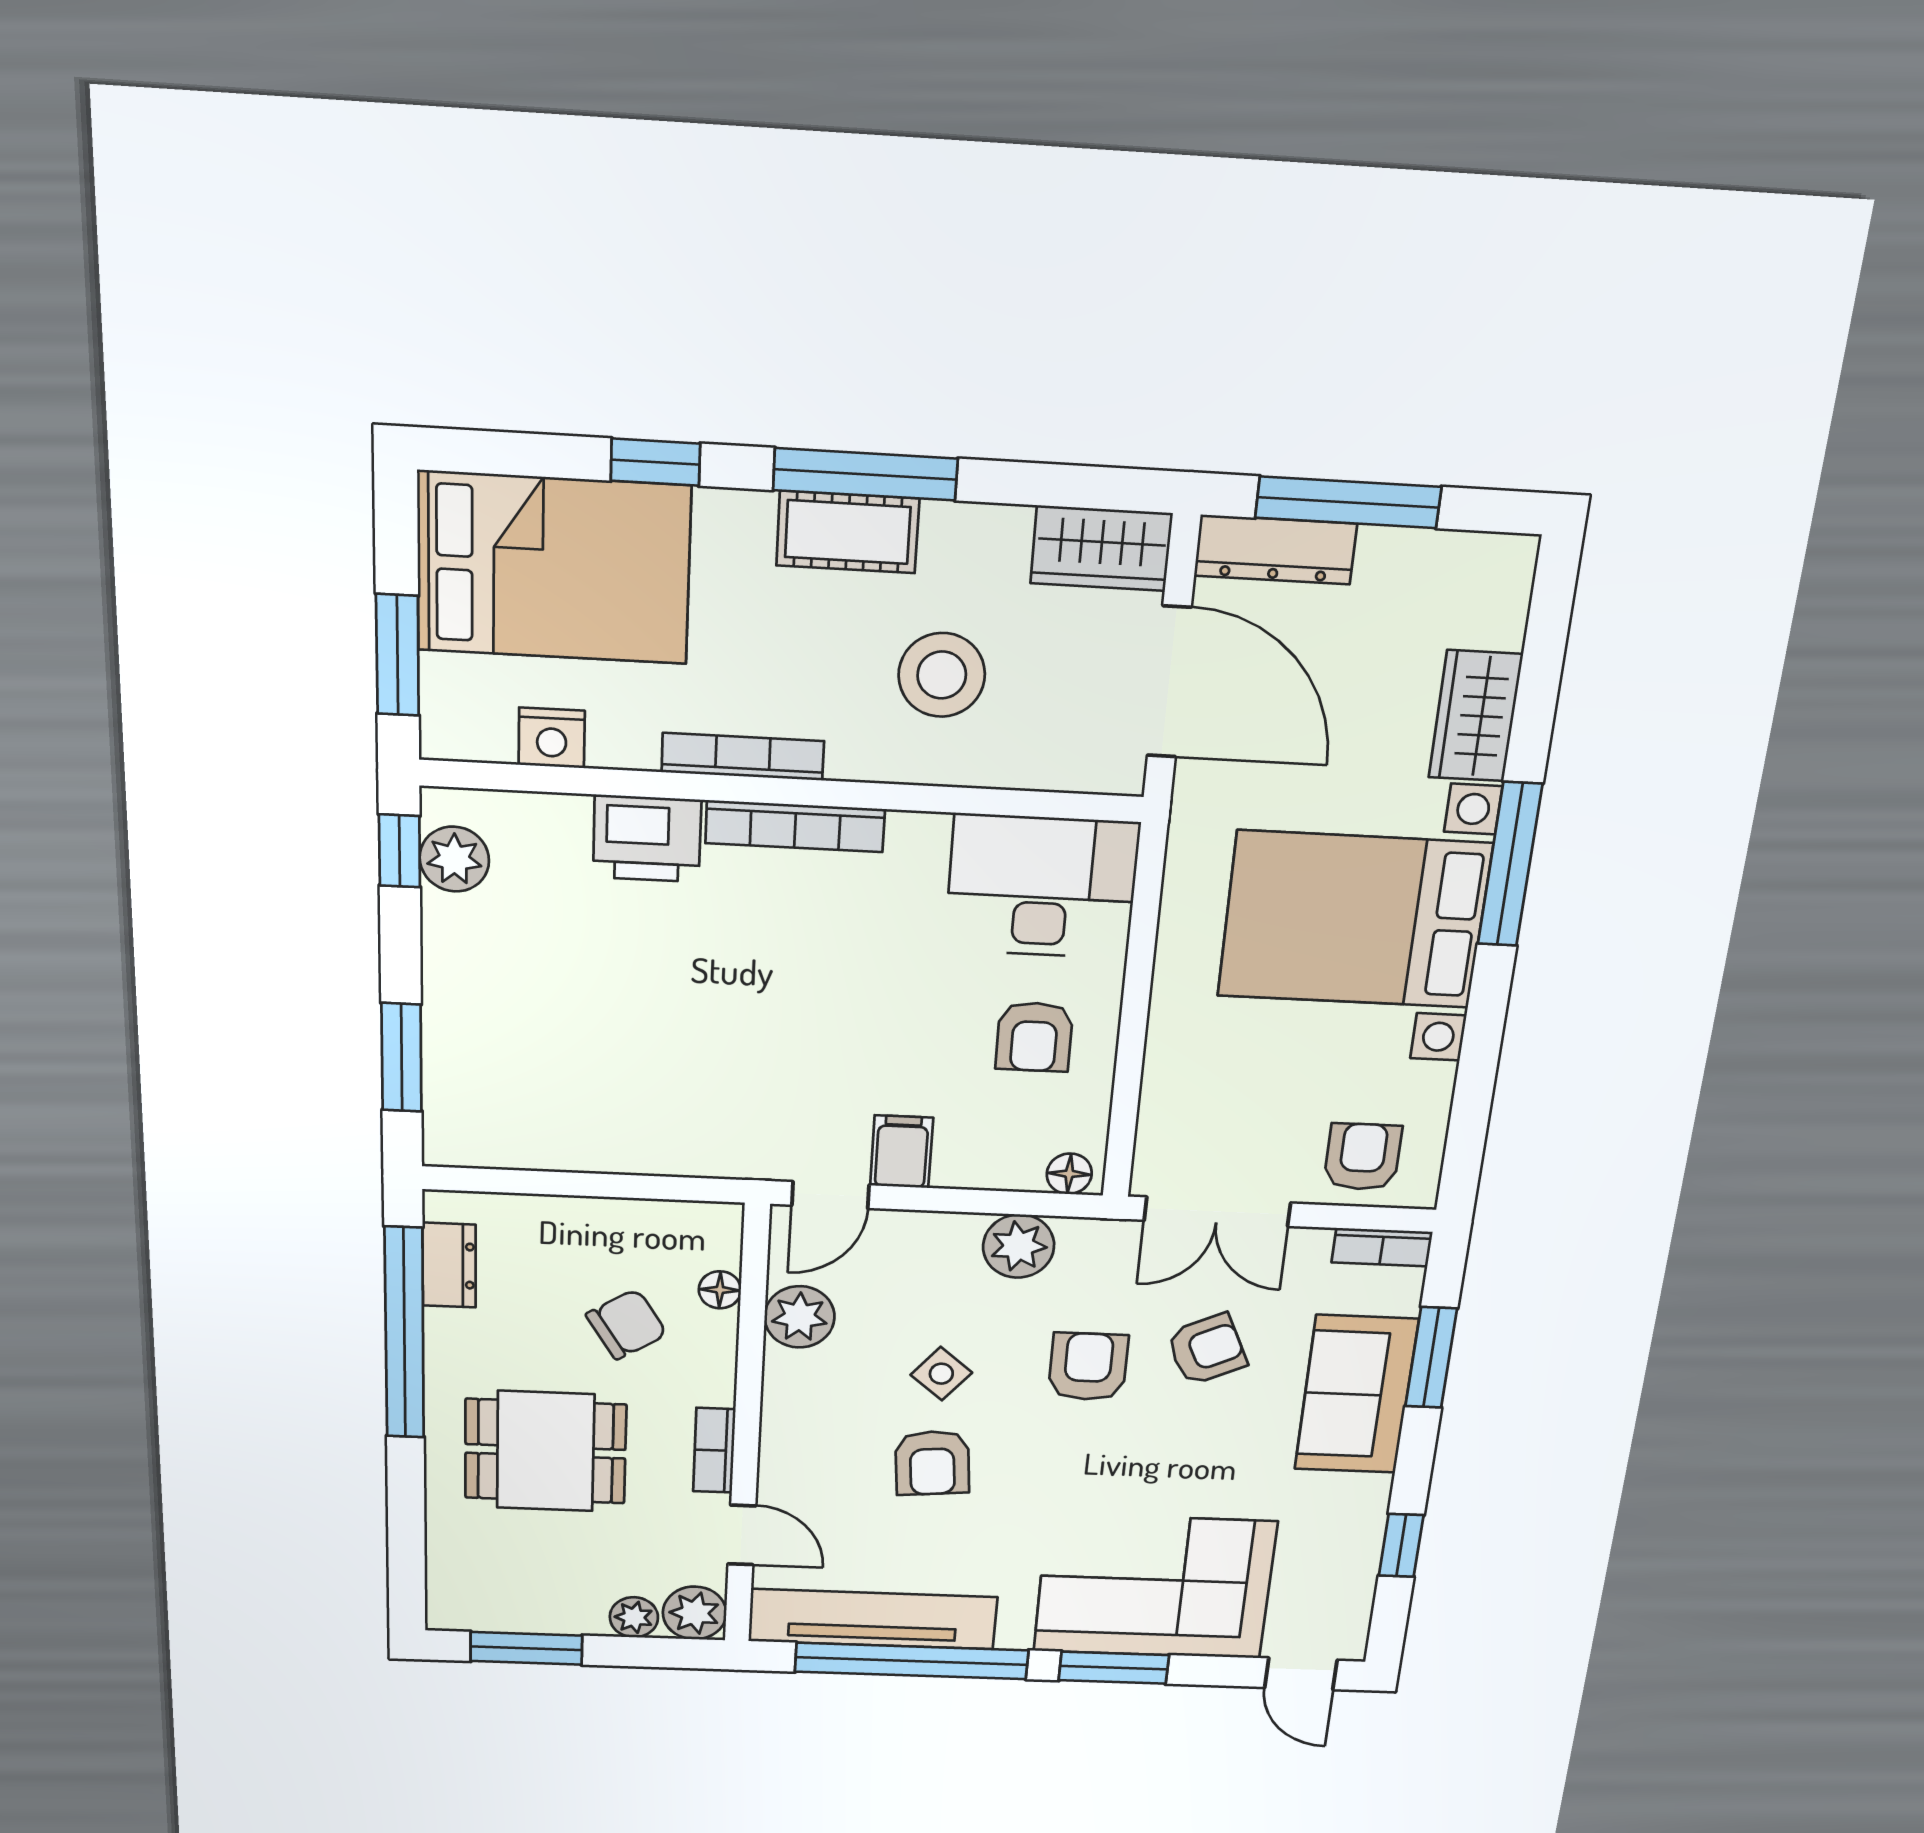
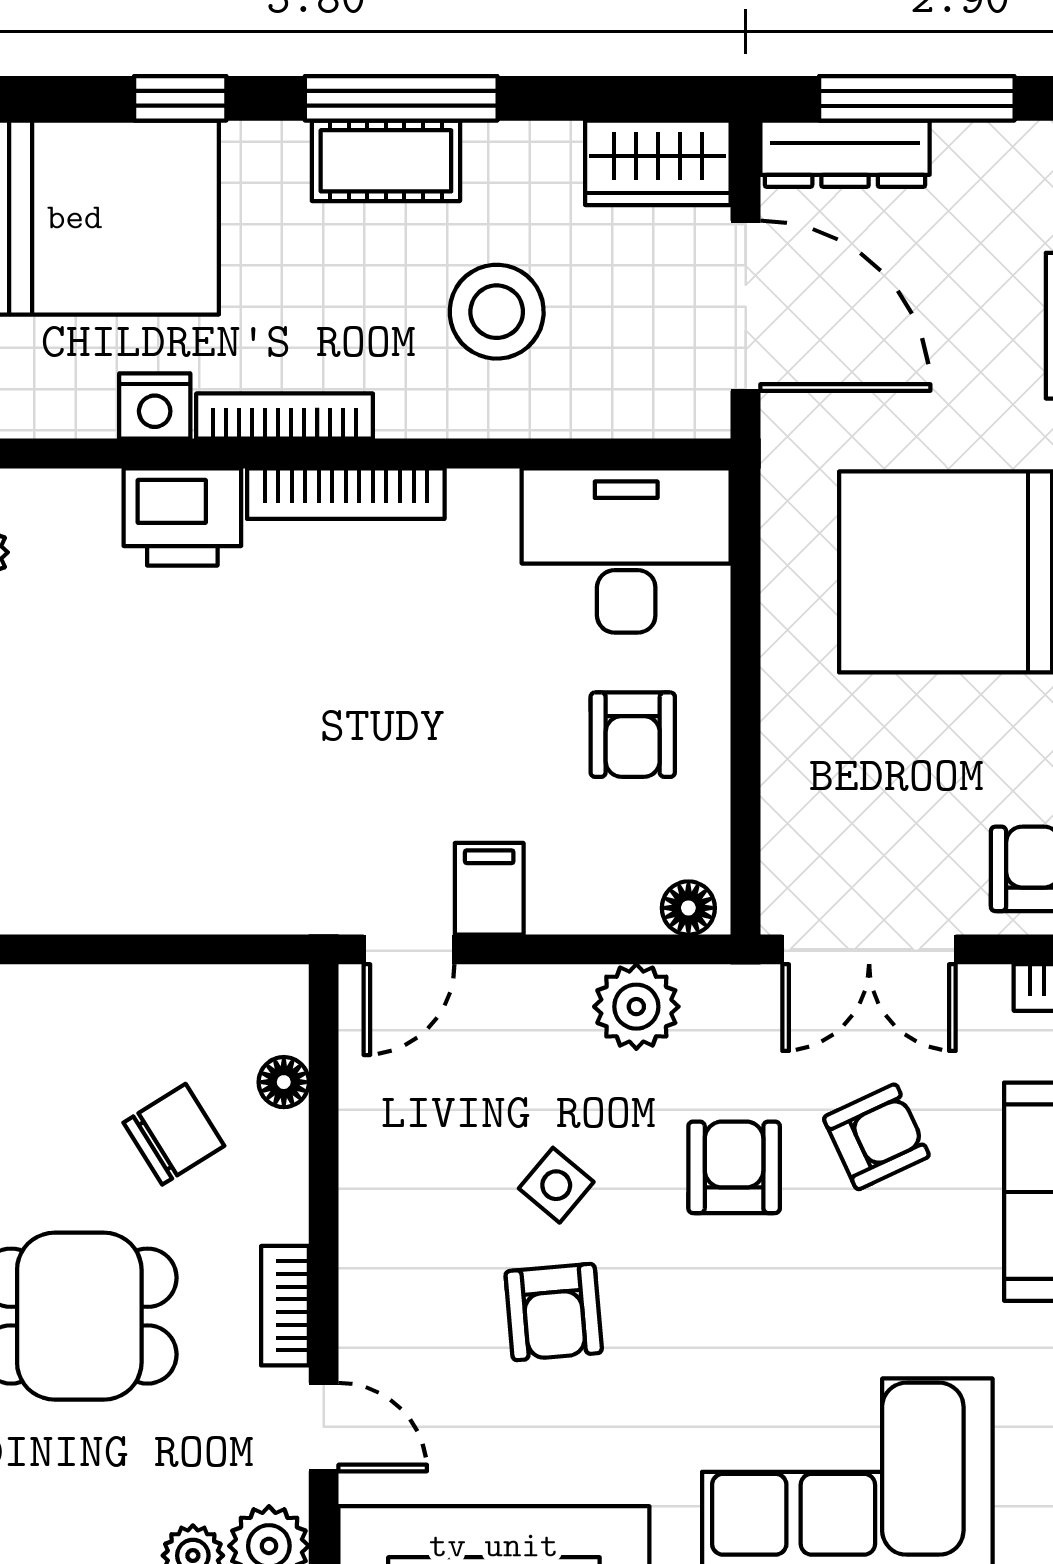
nightstand: (552, 738) -> (155, 406), moved
plant: (800, 1317) -> (380, 1115), removed

